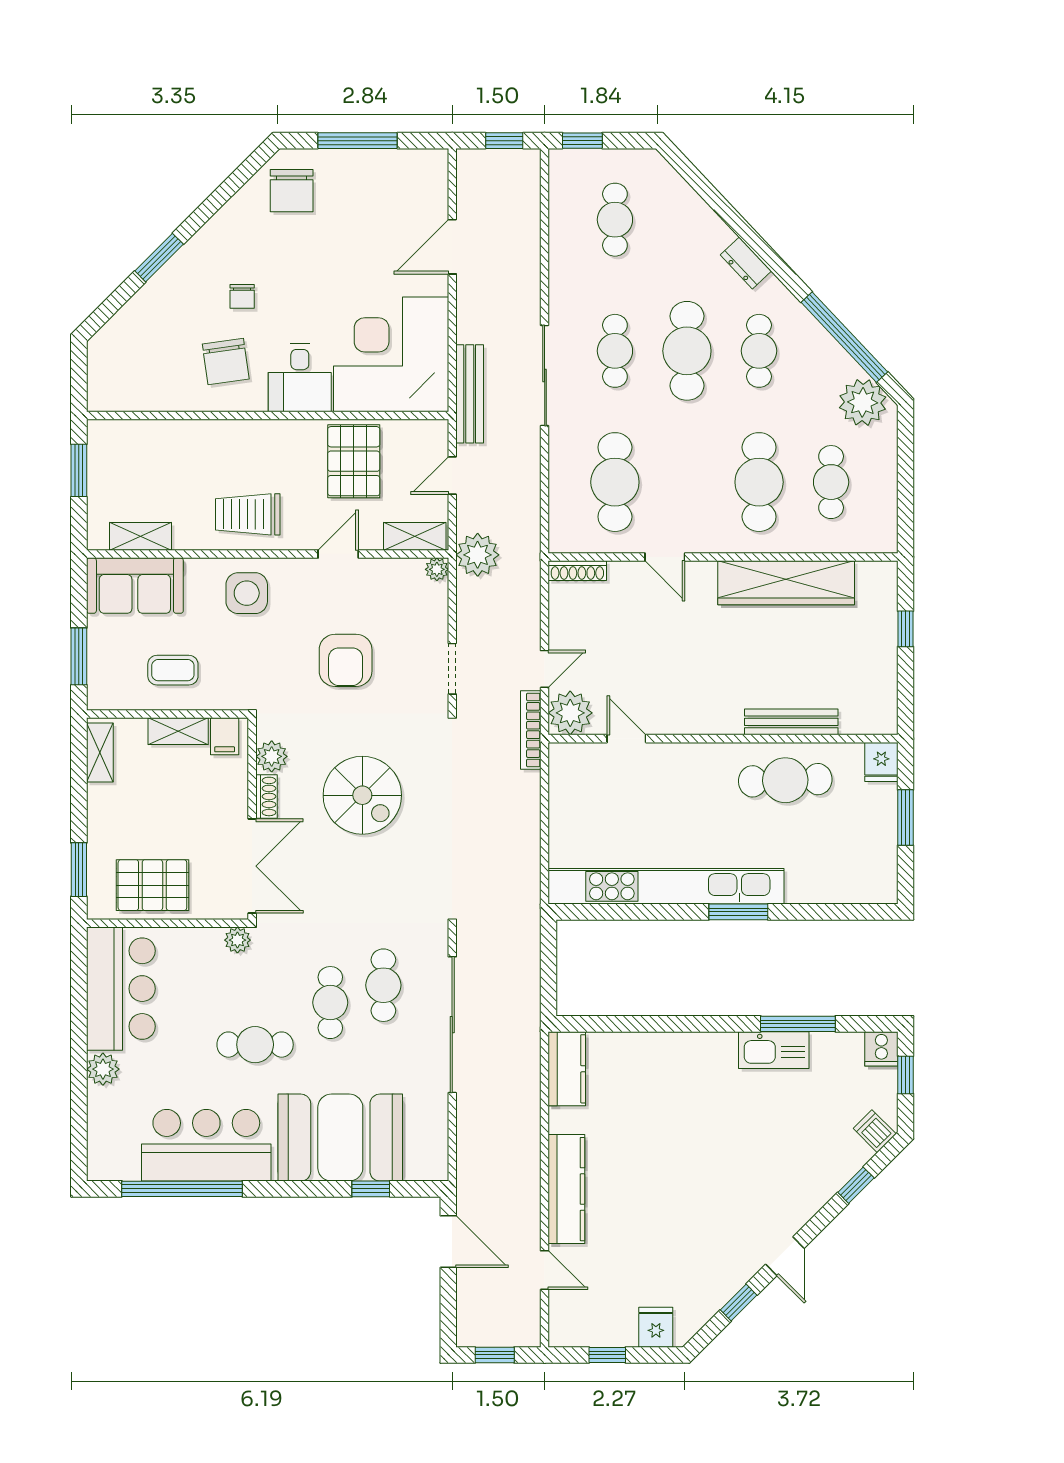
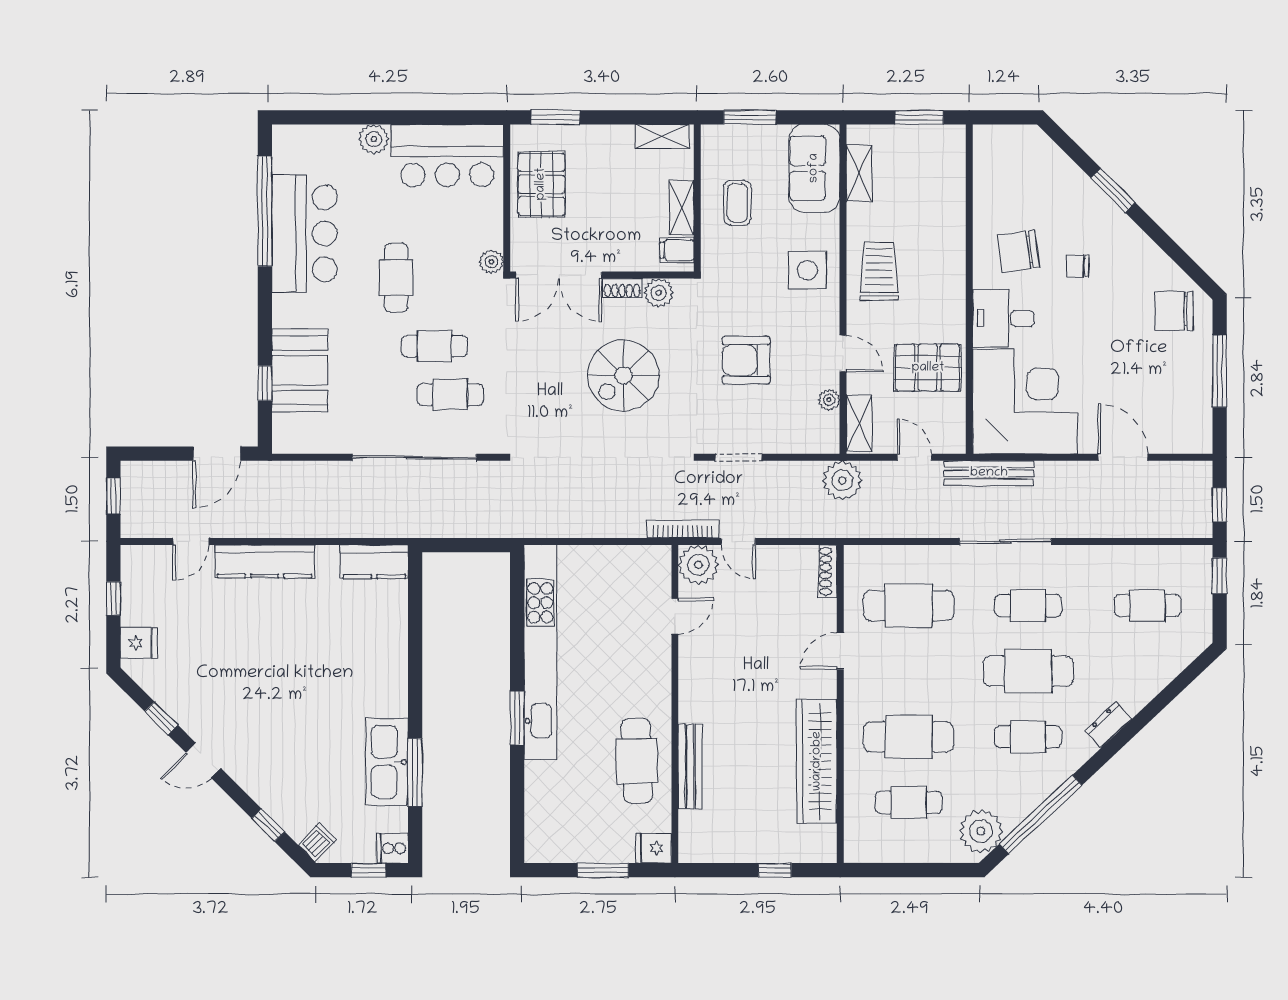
plant: (437, 569) -> (829, 400), moved
kitchen sink: (774, 1050) -> (387, 762), width x1.36, depth x1.24
booth: (340, 1138) -> (300, 370), width x0.73, depth x0.70

